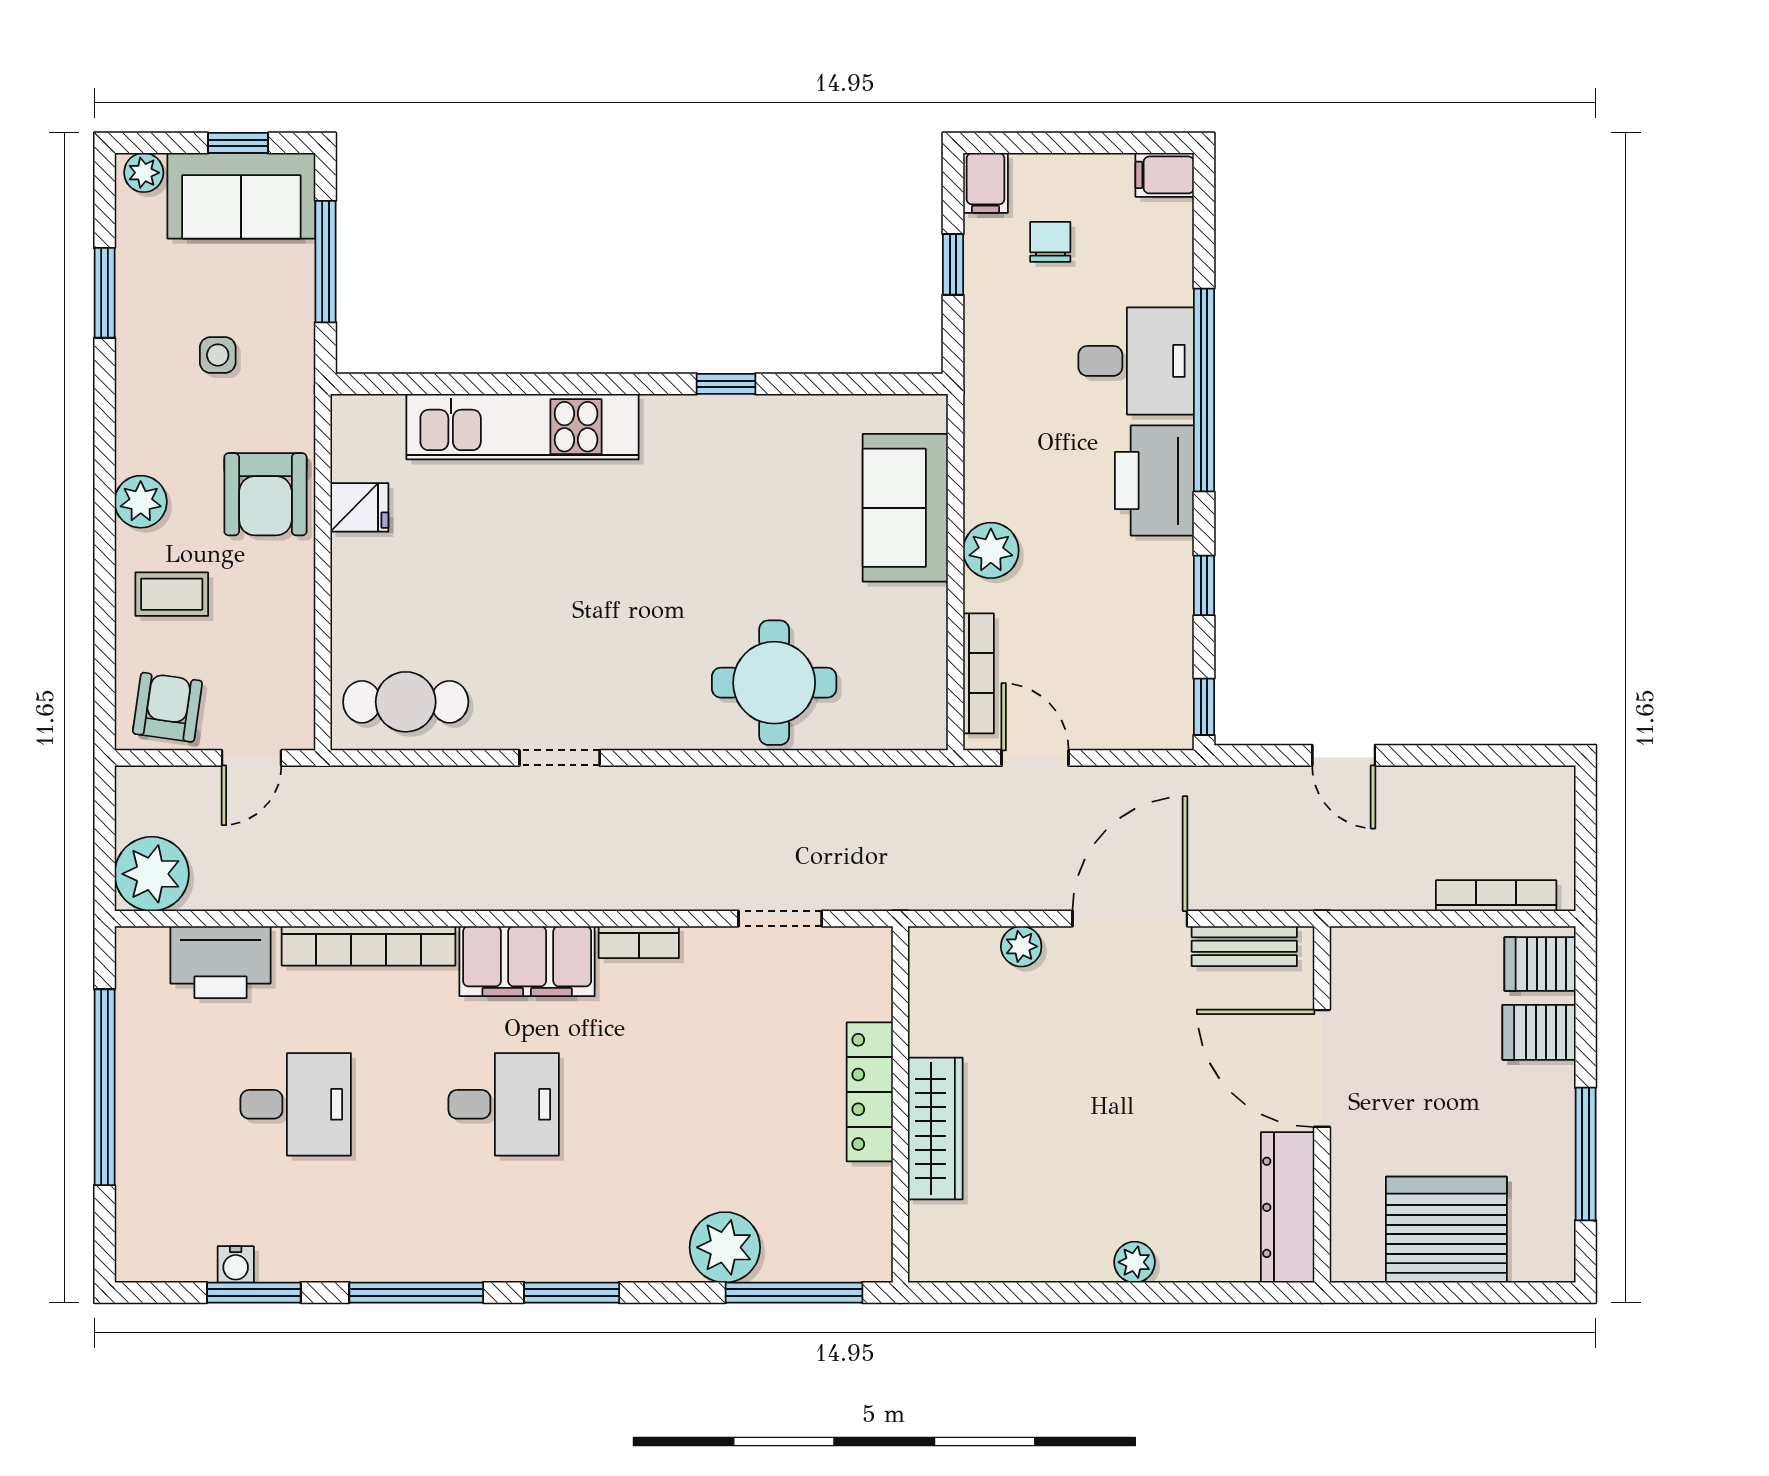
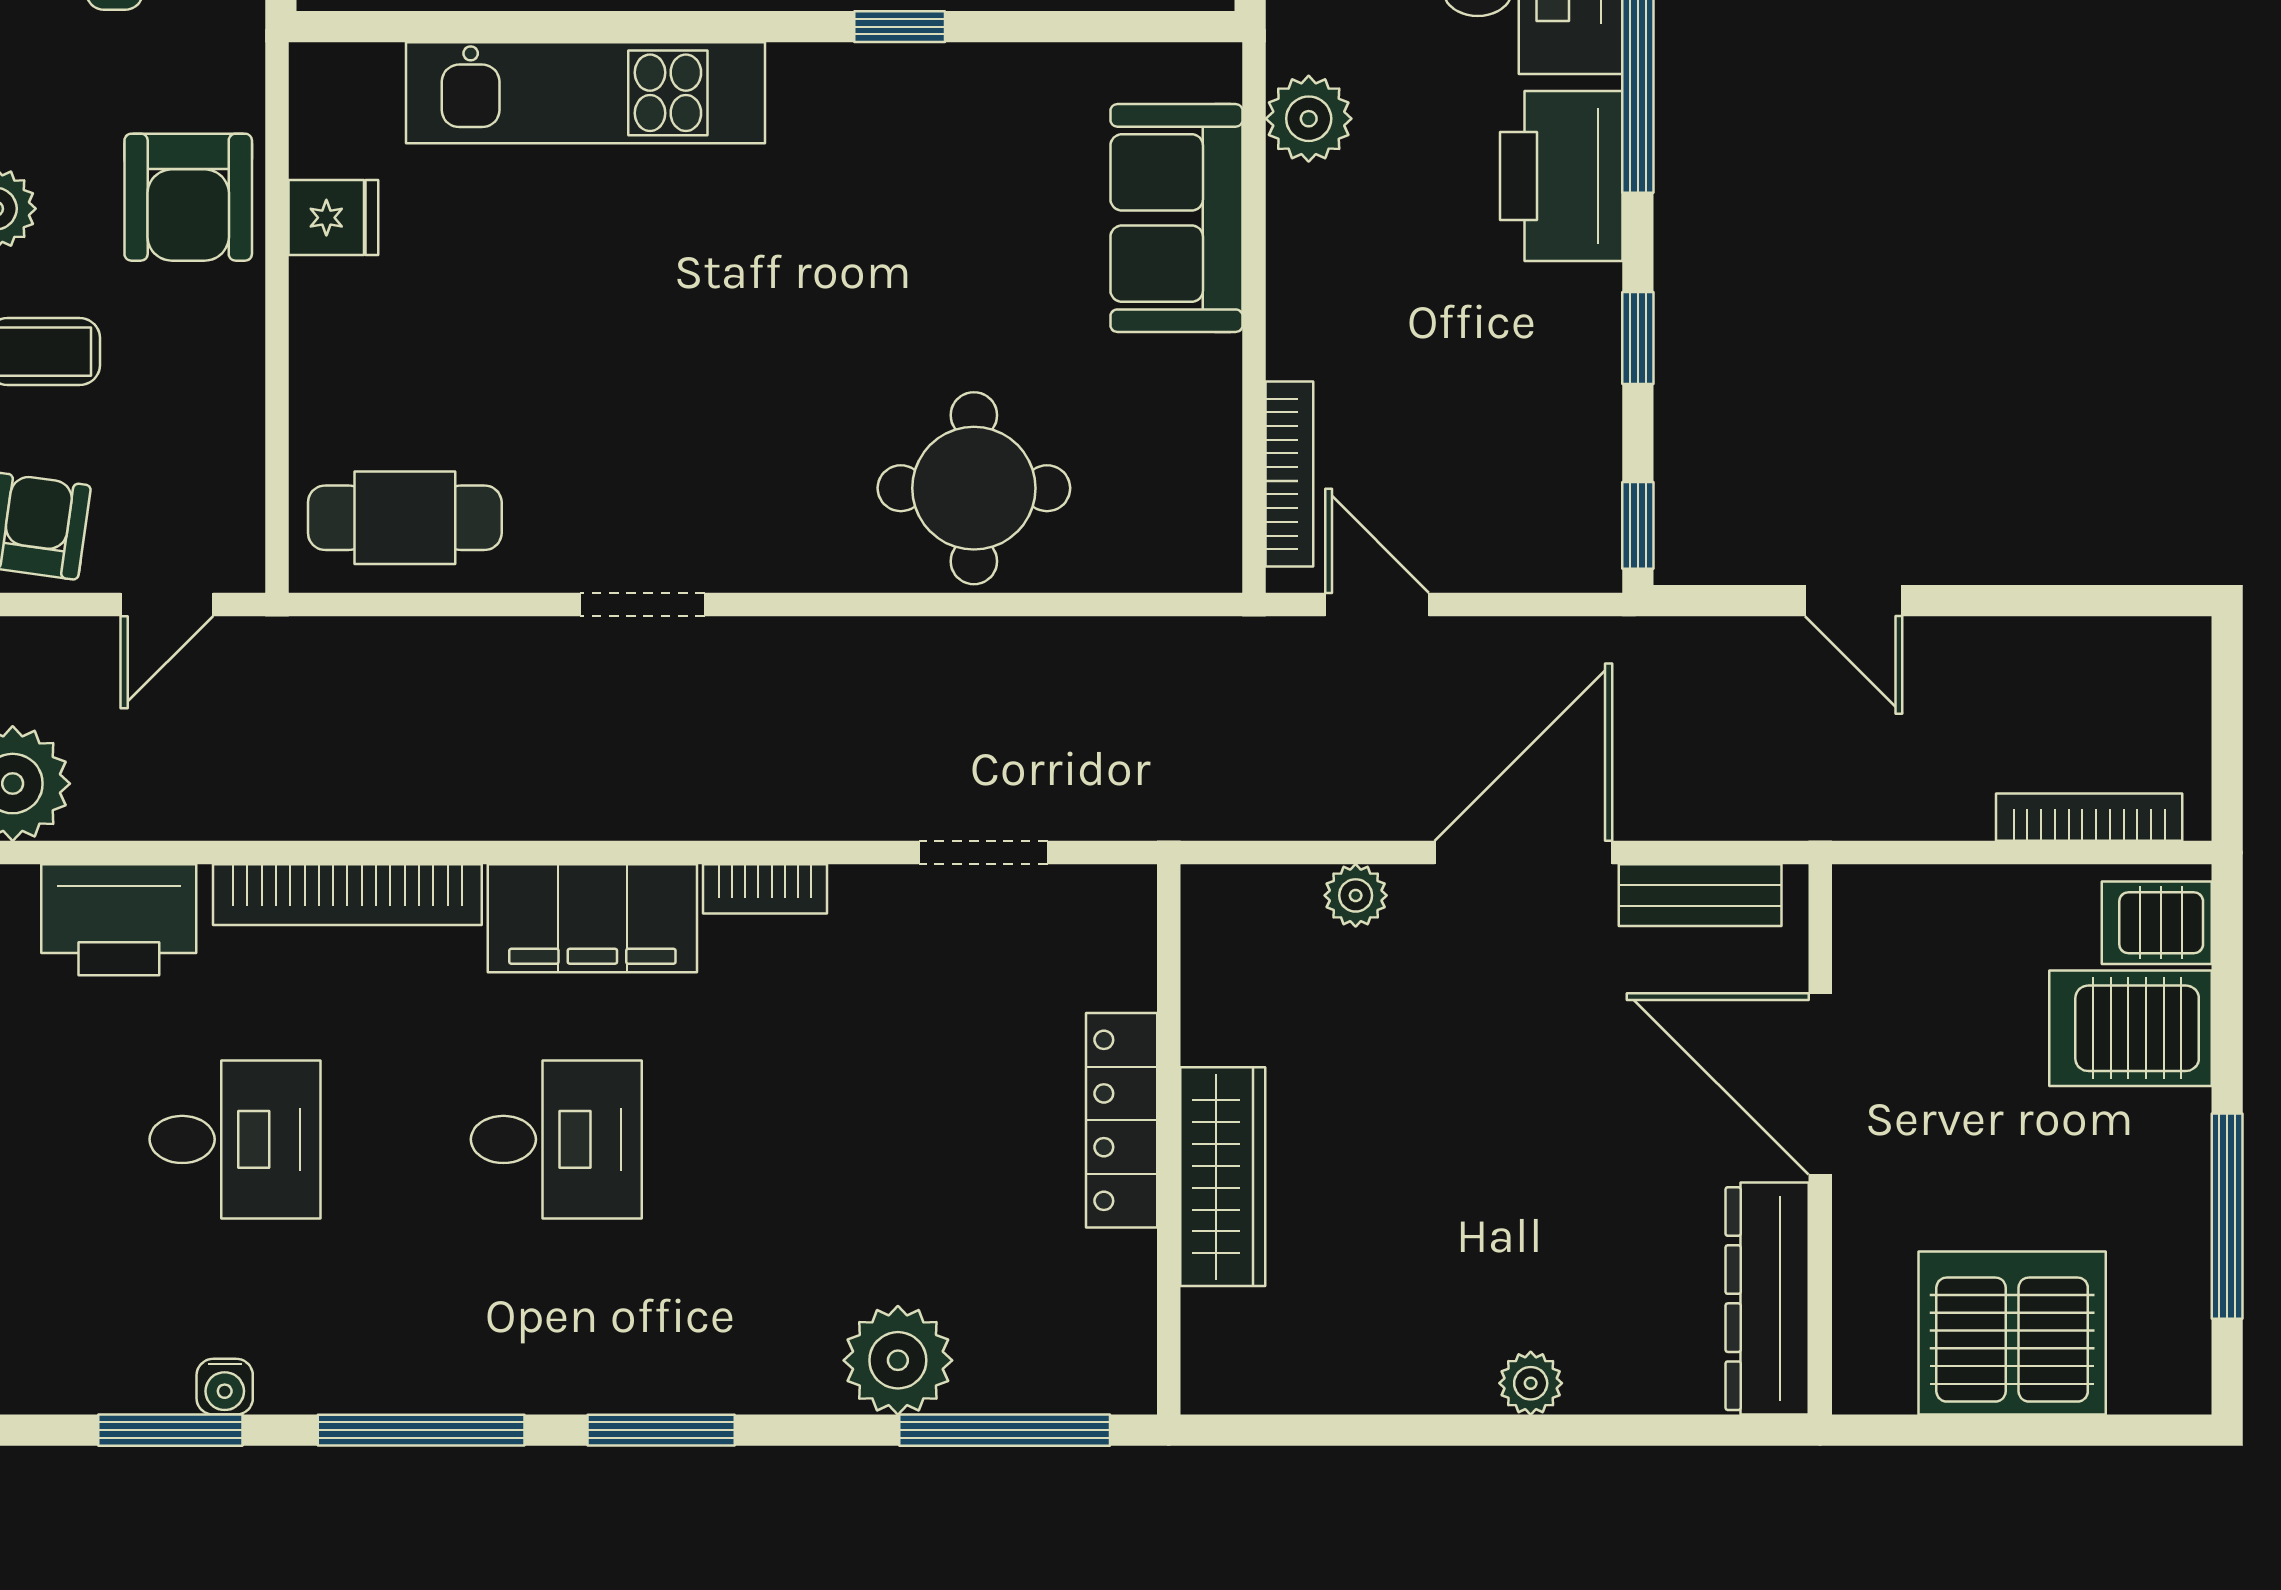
plant: (991, 550) -> (1309, 119), moved
server rack: (1539, 1032) -> (2131, 1028), width x1.36, depth x1.44
water cooler: (236, 1264) -> (225, 1387), moved

